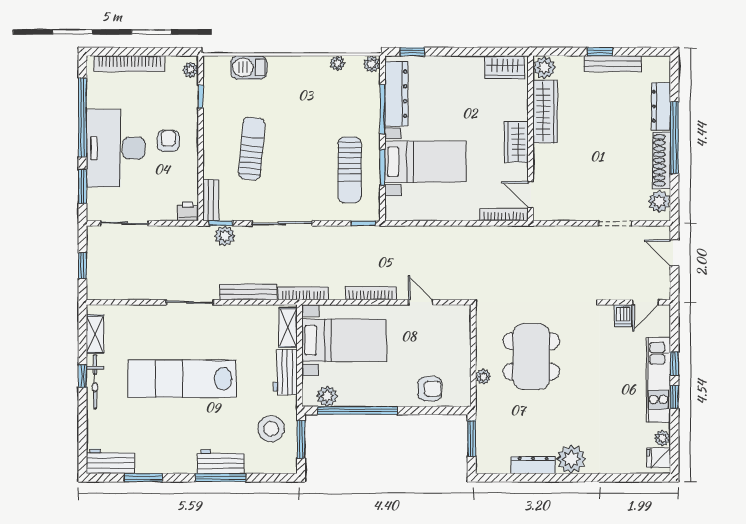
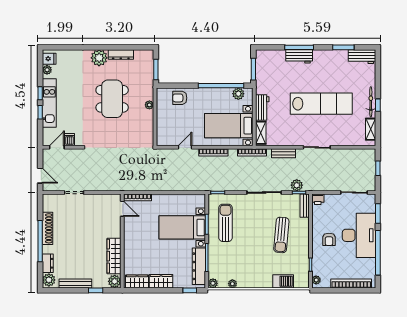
window: (600, 52) -> (96, 290), moved
dresser: (661, 106) -> (48, 263), width x0.70
wardrobe: (516, 142) -> (161, 281), moved, turned -90
plant: (659, 202) -> (49, 280), moved
bench: (248, 292) -> (283, 153), width x0.73
door: (420, 302) -> (185, 147), swing flipped
dining table: (531, 356) -> (112, 99), moved
stool: (271, 429) -> (270, 75), removed

